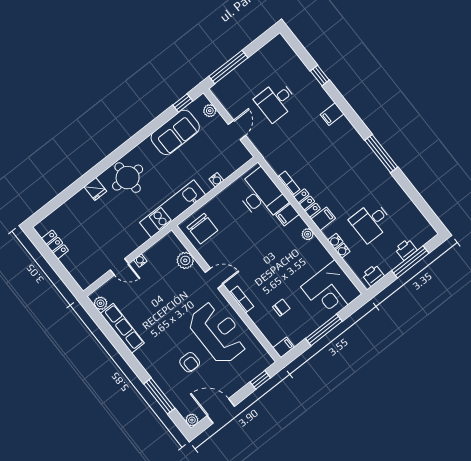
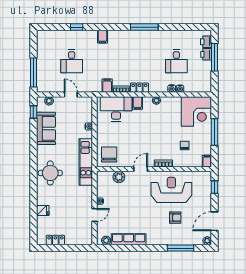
fridge: (95, 189) -> (43, 210), moved
filing cabinet: (323, 219) -> (107, 86), moved
chair: (202, 229) -> (109, 154), turned -90
printer: (373, 275) -> (206, 42), moved

